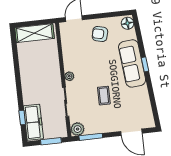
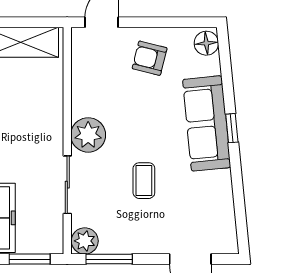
plant: (69, 76) -> (88, 135), width x1.87, depth x1.87

